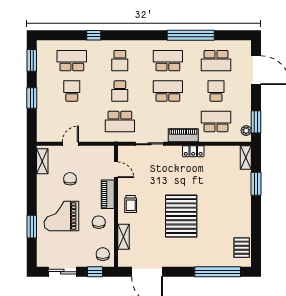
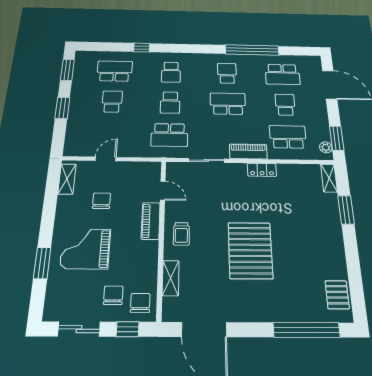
school desk: (168, 61) -> (227, 73), width x0.54
chair: (99, 222) -> (113, 295), moved

